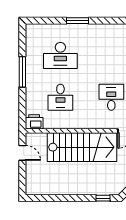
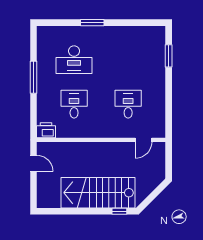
desk: (60, 97) -> (74, 104), turned 180
stairs: (82, 147) -> (98, 193), moved, turned 180

